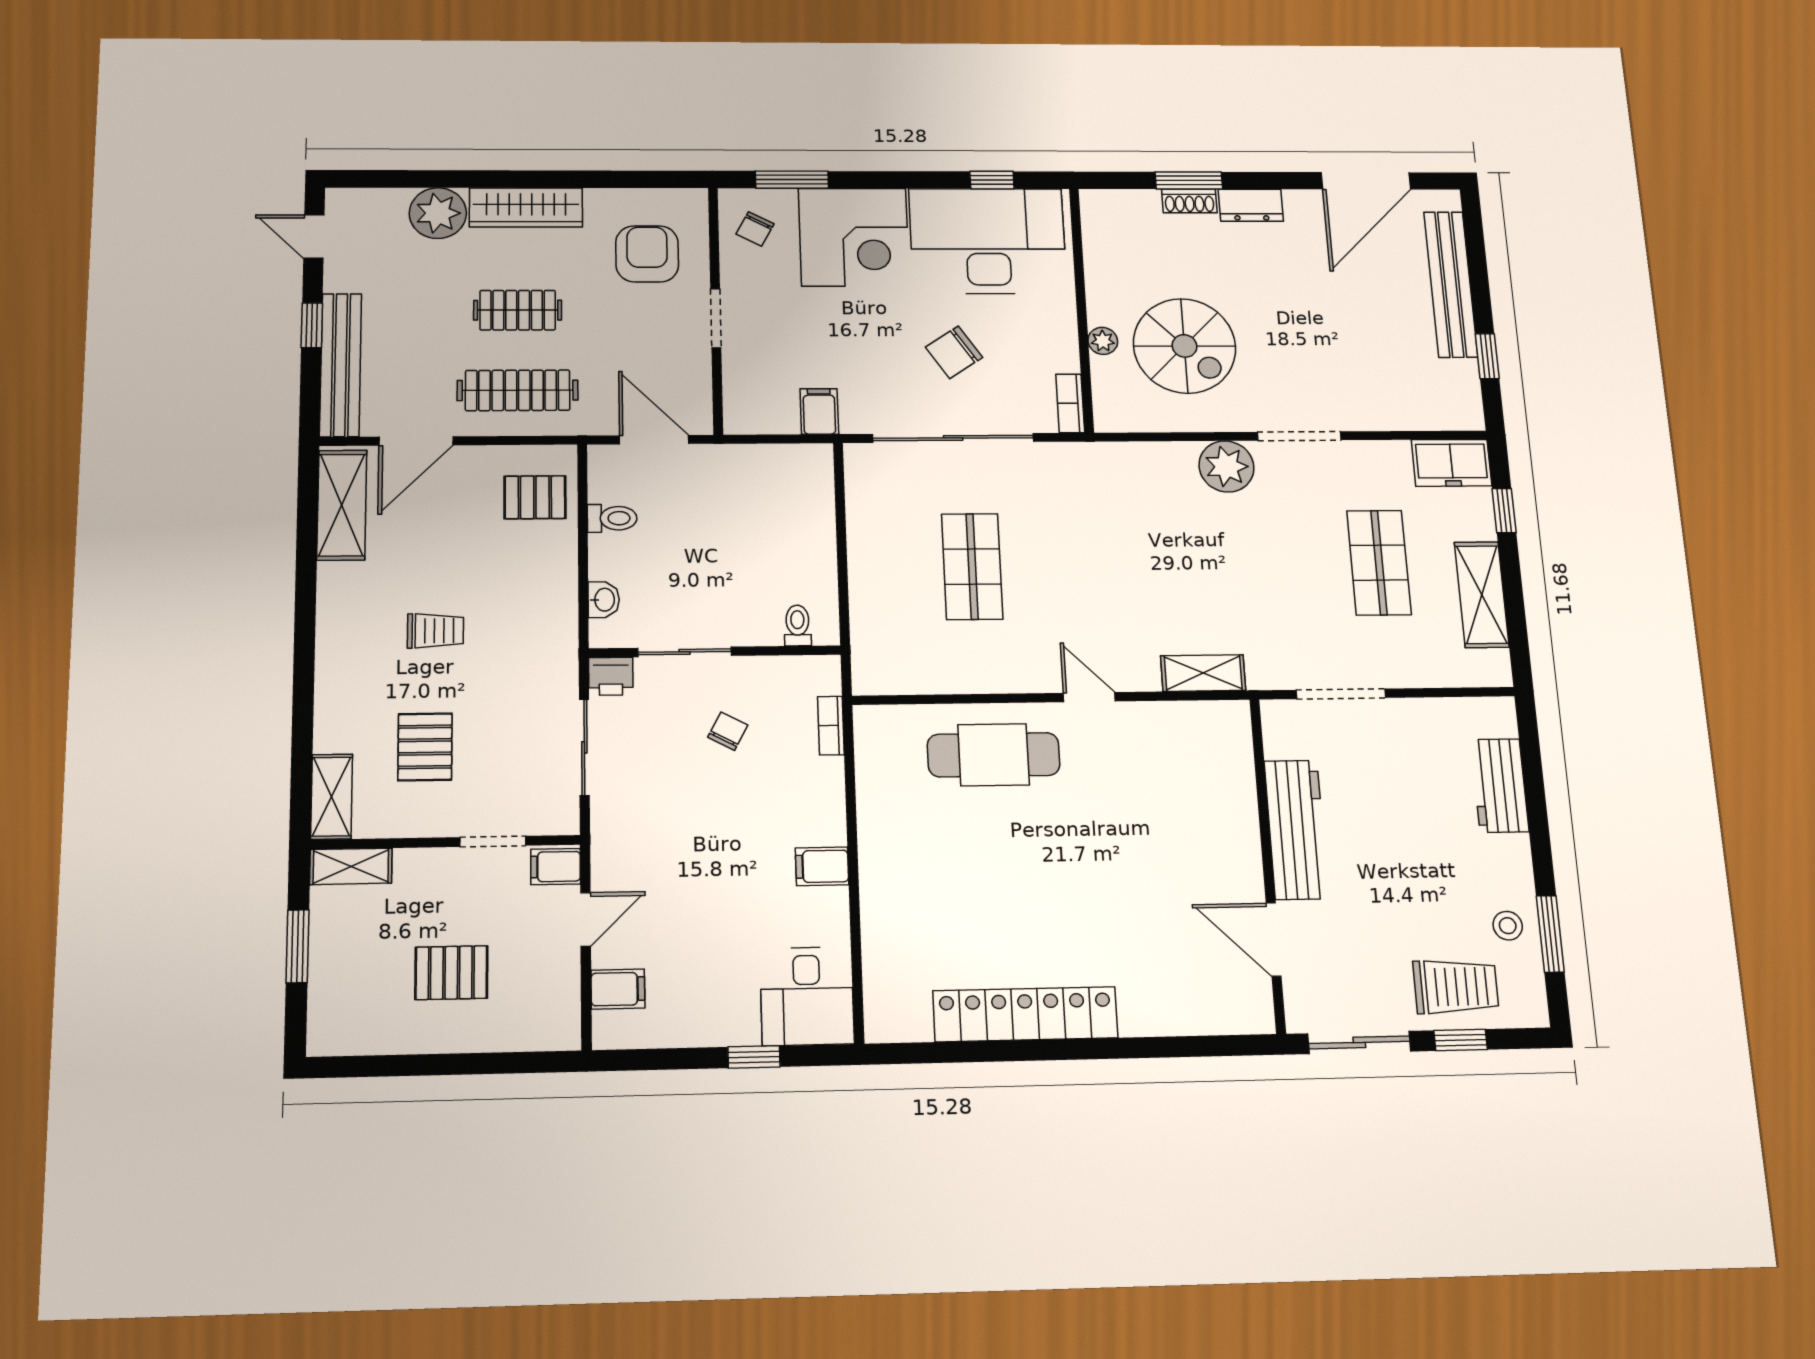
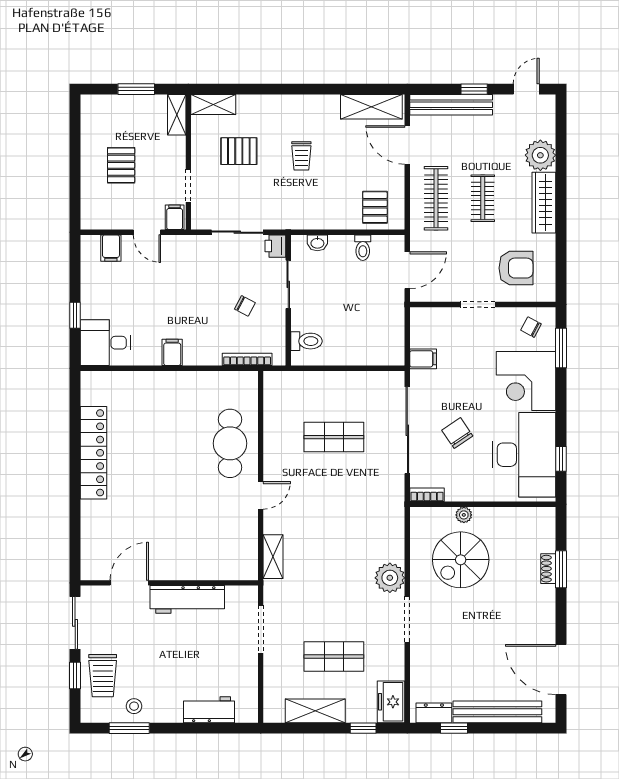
dresser: (1251, 205) -> (434, 713), moved, turned 90
toilet: (798, 625) -> (306, 341), width x1.37, depth x1.39
bookcase: (831, 726) -> (247, 359), width x1.56

